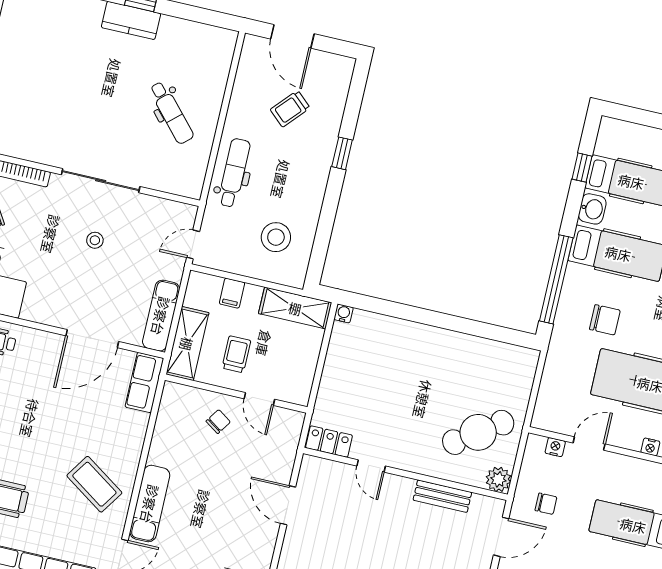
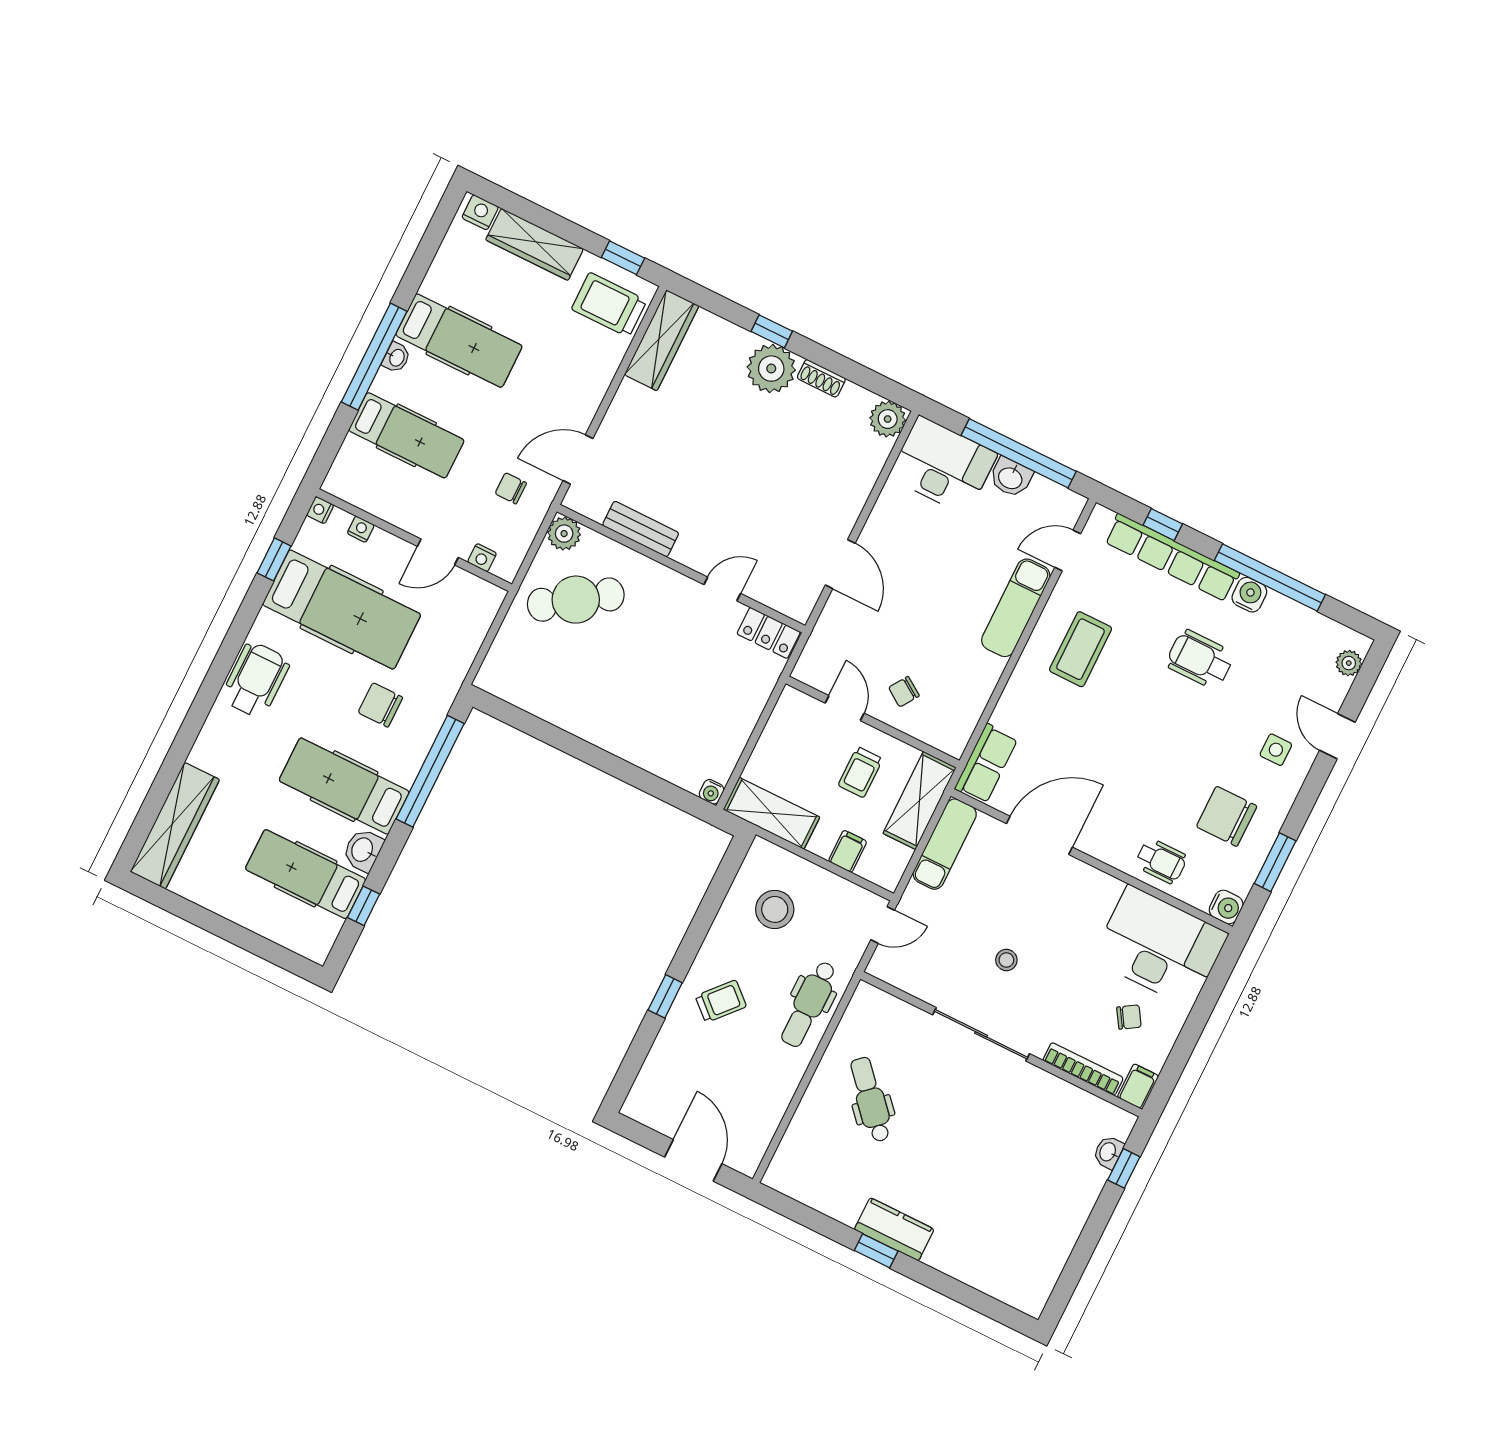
trolley: (290, 109) -> (721, 1001), moved
door: (371, 466) -> (722, 589), hinge flipped
coffee table: (94, 484) -> (1081, 649), turned 56

